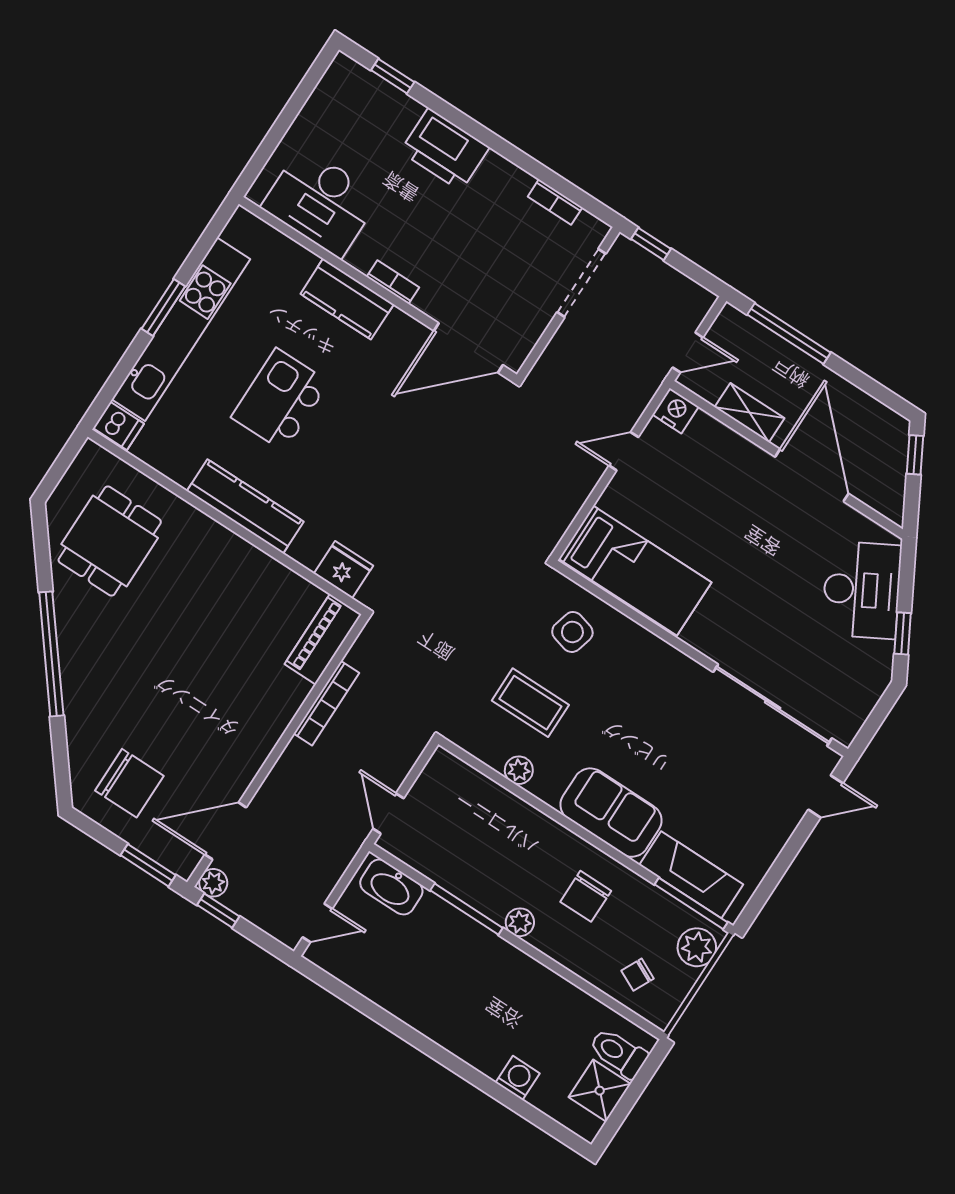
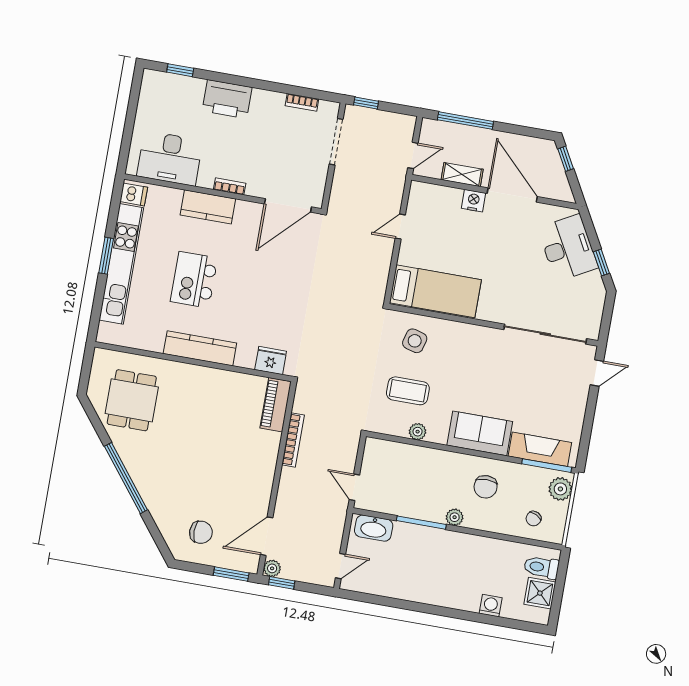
nightstand: (676, 411) -> (474, 201), moved
dishwasher: (119, 426) -> (134, 194), moved
chair: (129, 783) -> (201, 532), width x0.73, depth x0.73

